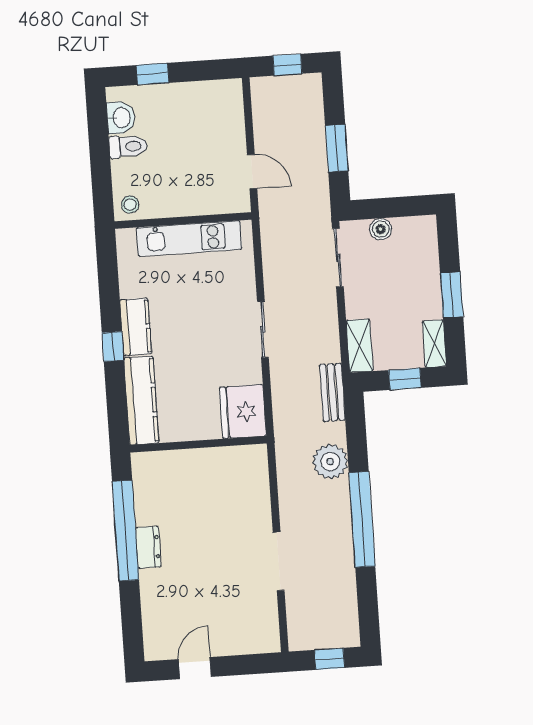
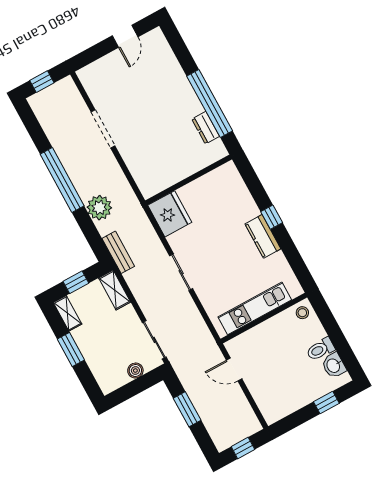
kitchen counter: (141, 401) -> (238, 191), removed
dresser: (148, 547) -> (206, 128), moved

